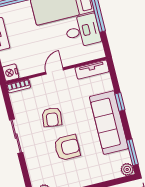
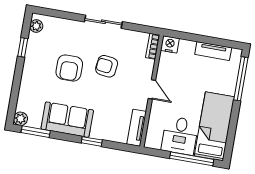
sofa: (109, 123) -> (67, 120), width x0.73

